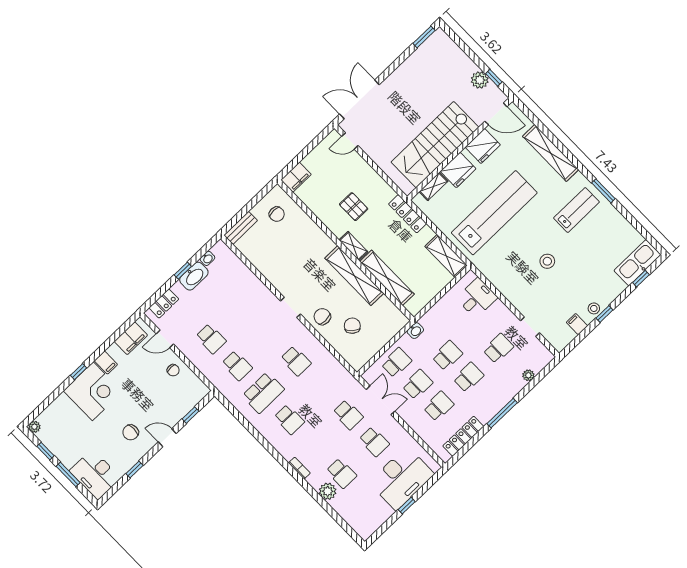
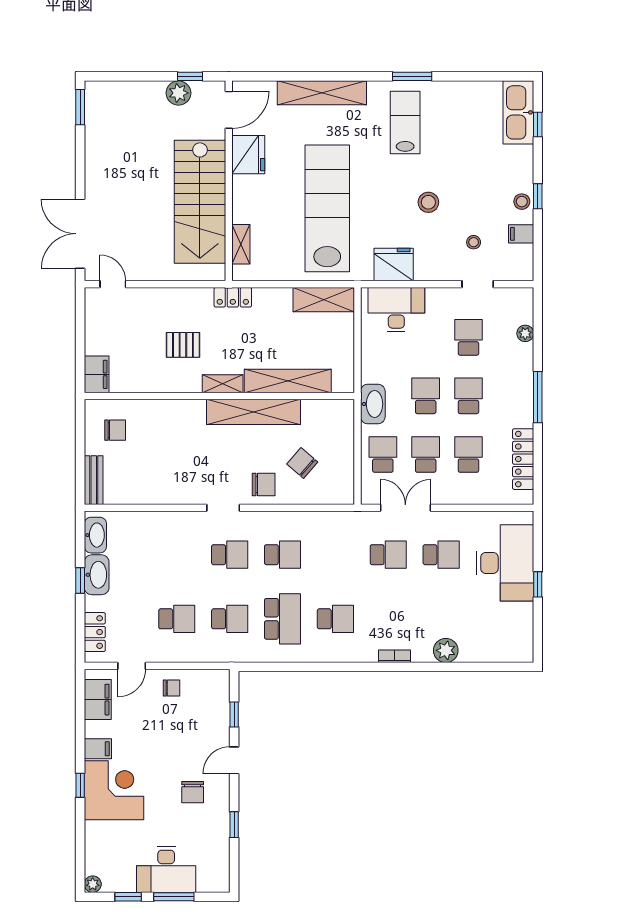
door: (350, 141) -> (113, 284), swing flipped
fridge: (458, 170) -> (394, 265), moved, turned -90
locker: (408, 214) -> (233, 297), width x0.66
washbasin: (207, 258) -> (95, 535), width x1.91, depth x1.45
desk: (477, 298) -> (396, 310), width x1.37
stool: (549, 304) -> (474, 242), added
chair: (322, 317) -> (264, 485), turned 180
washbasin: (415, 331) -> (373, 404), width x1.91, depth x1.45
school desk: (341, 473) -> (230, 555), moved
desk: (95, 474) -> (166, 869), moved

